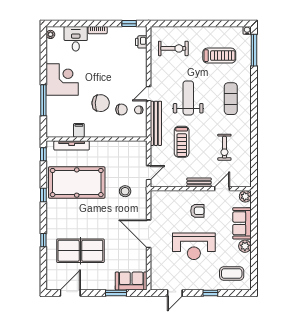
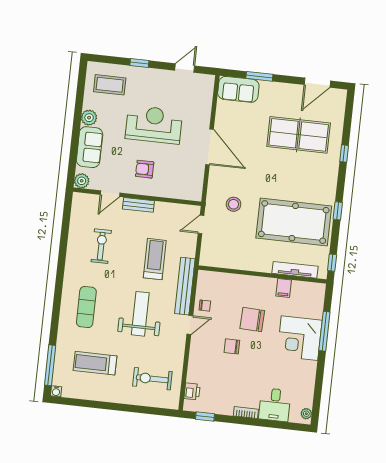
corner desk: (62, 80) -> (300, 338), moved
weight bench: (188, 98) -> (140, 314), turned 180
chair: (122, 109) -> (232, 346), moved

